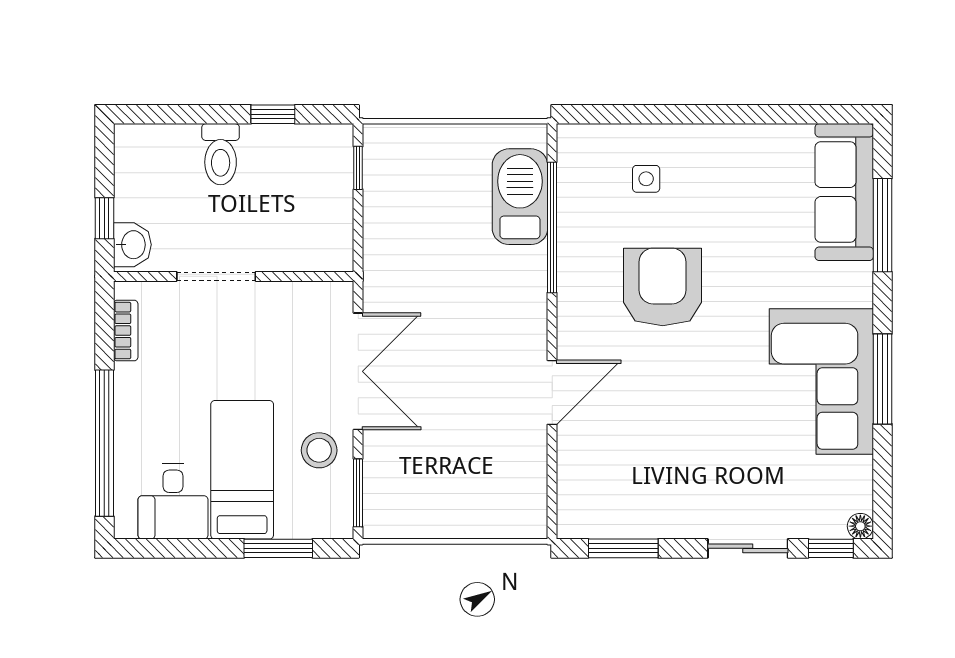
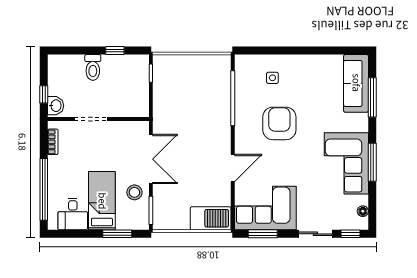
barbecue: (520, 197) -> (211, 218), moved, turned 90
corner sofa: (629, 487) -> (265, 208), added
floor lamp: (860, 526) -> (363, 211), moved

